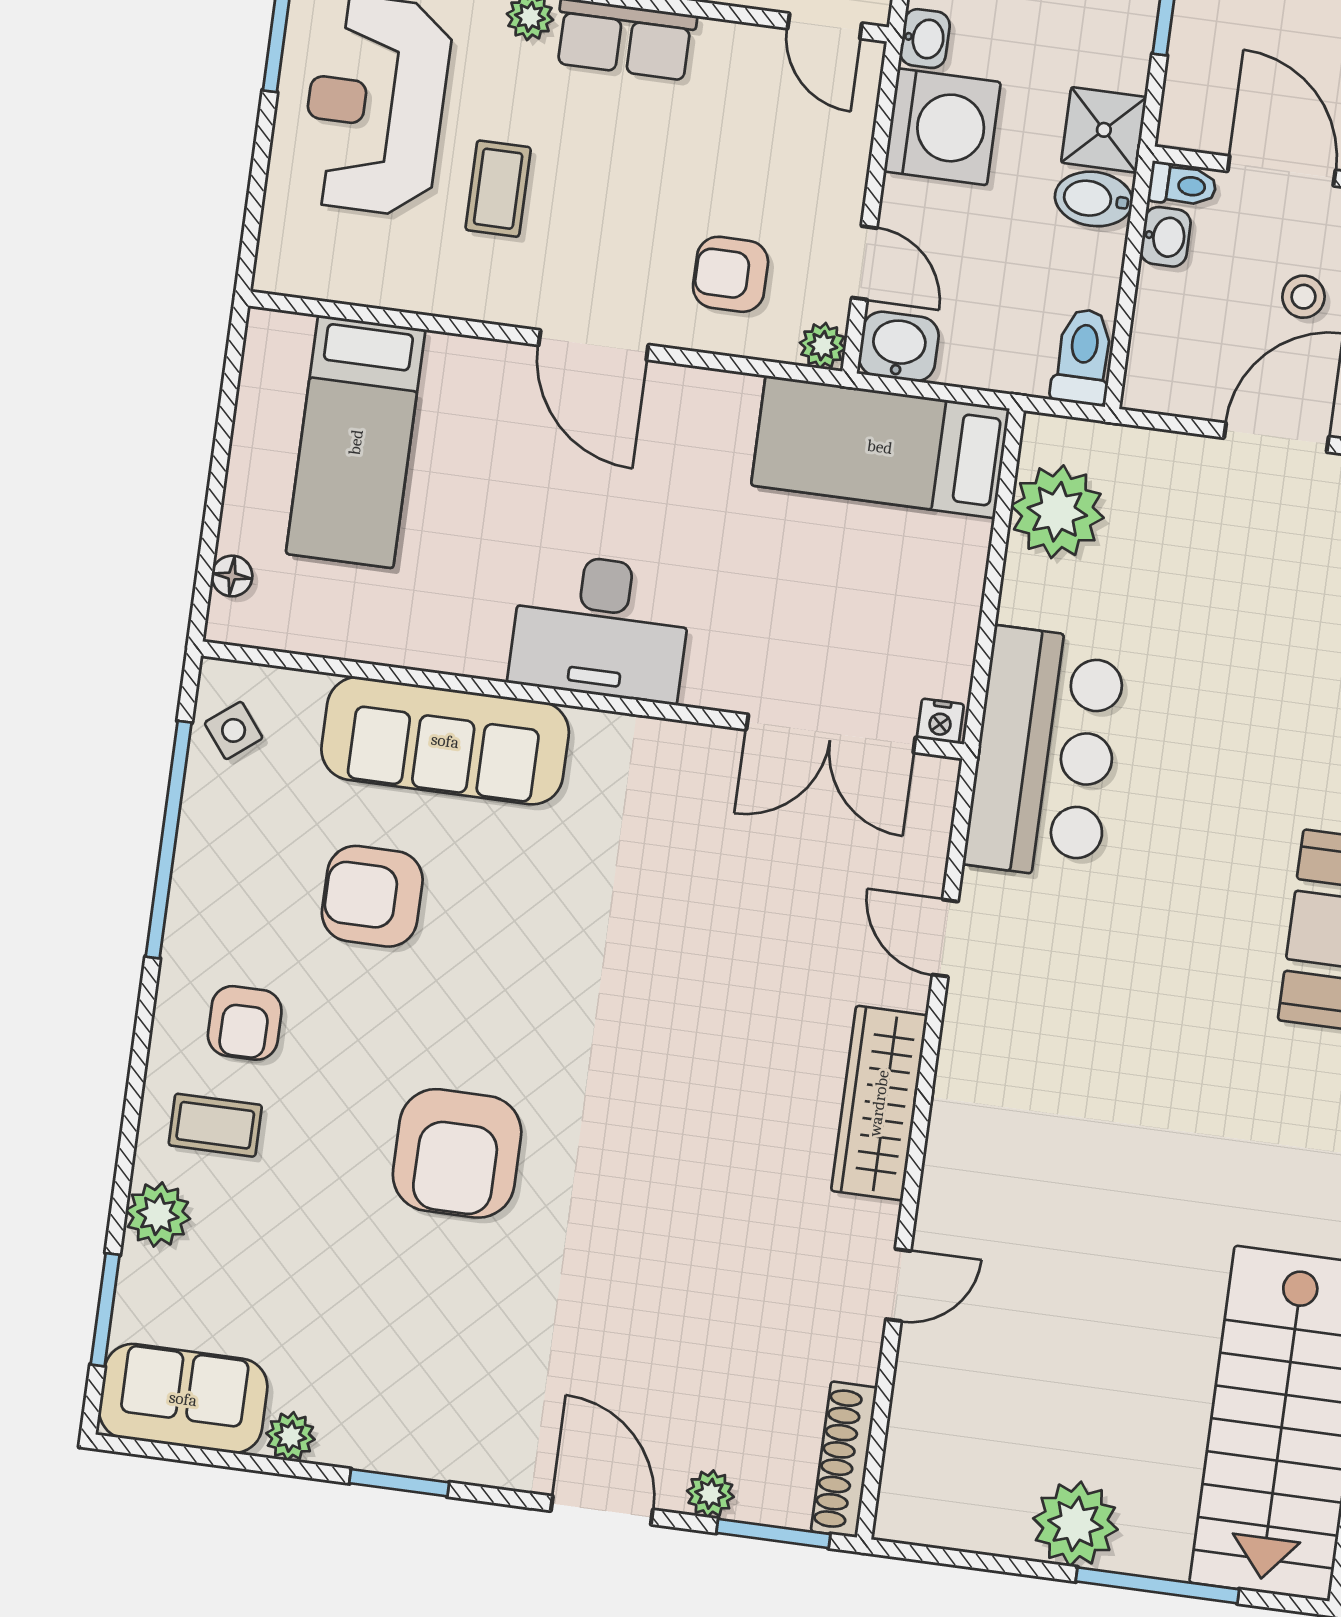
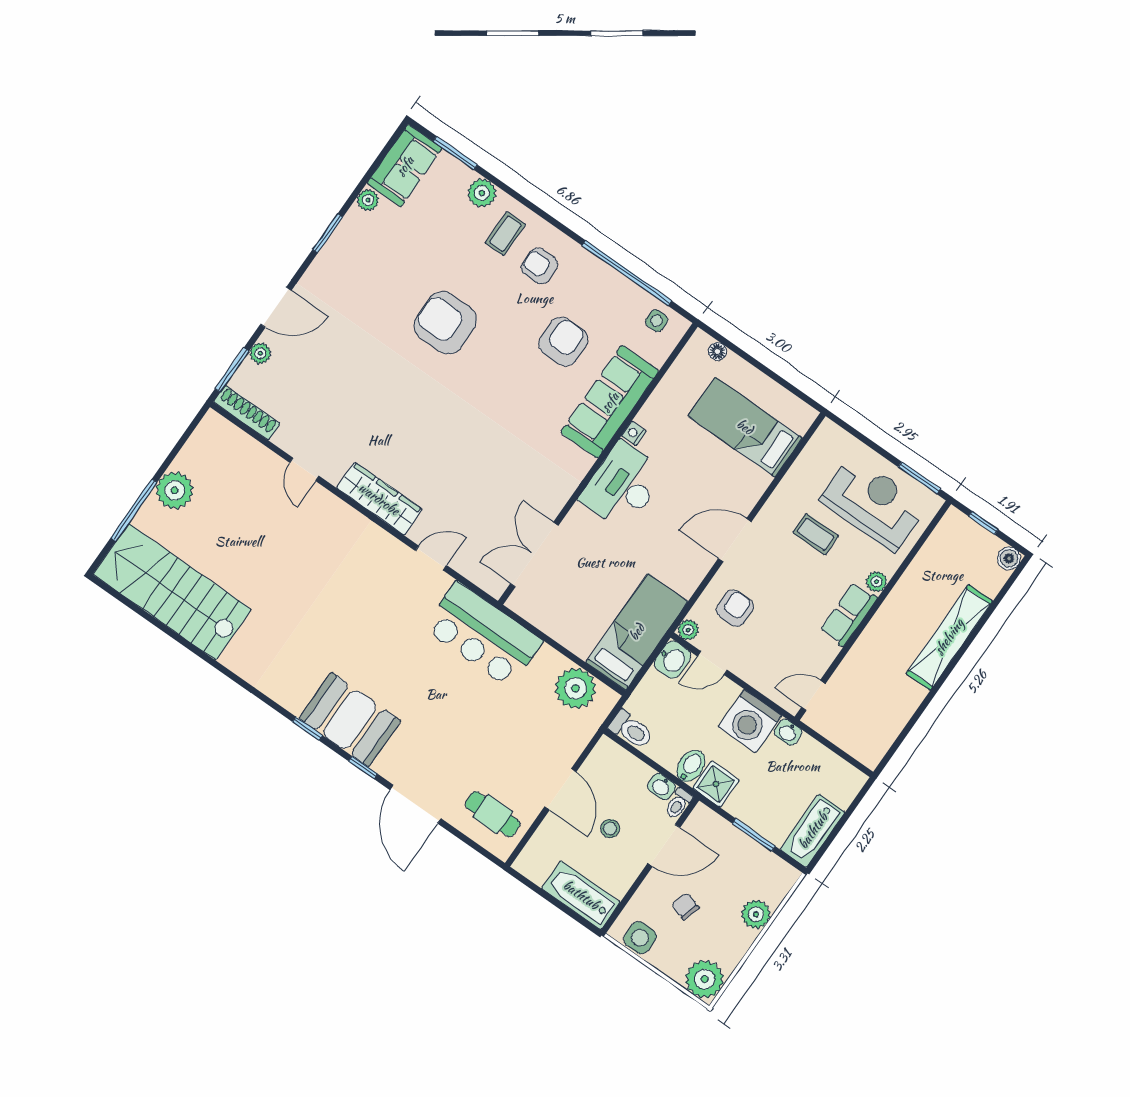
nightstand: (940, 721) -> (634, 433), moved
side table: (234, 730) -> (657, 321), turned 38

